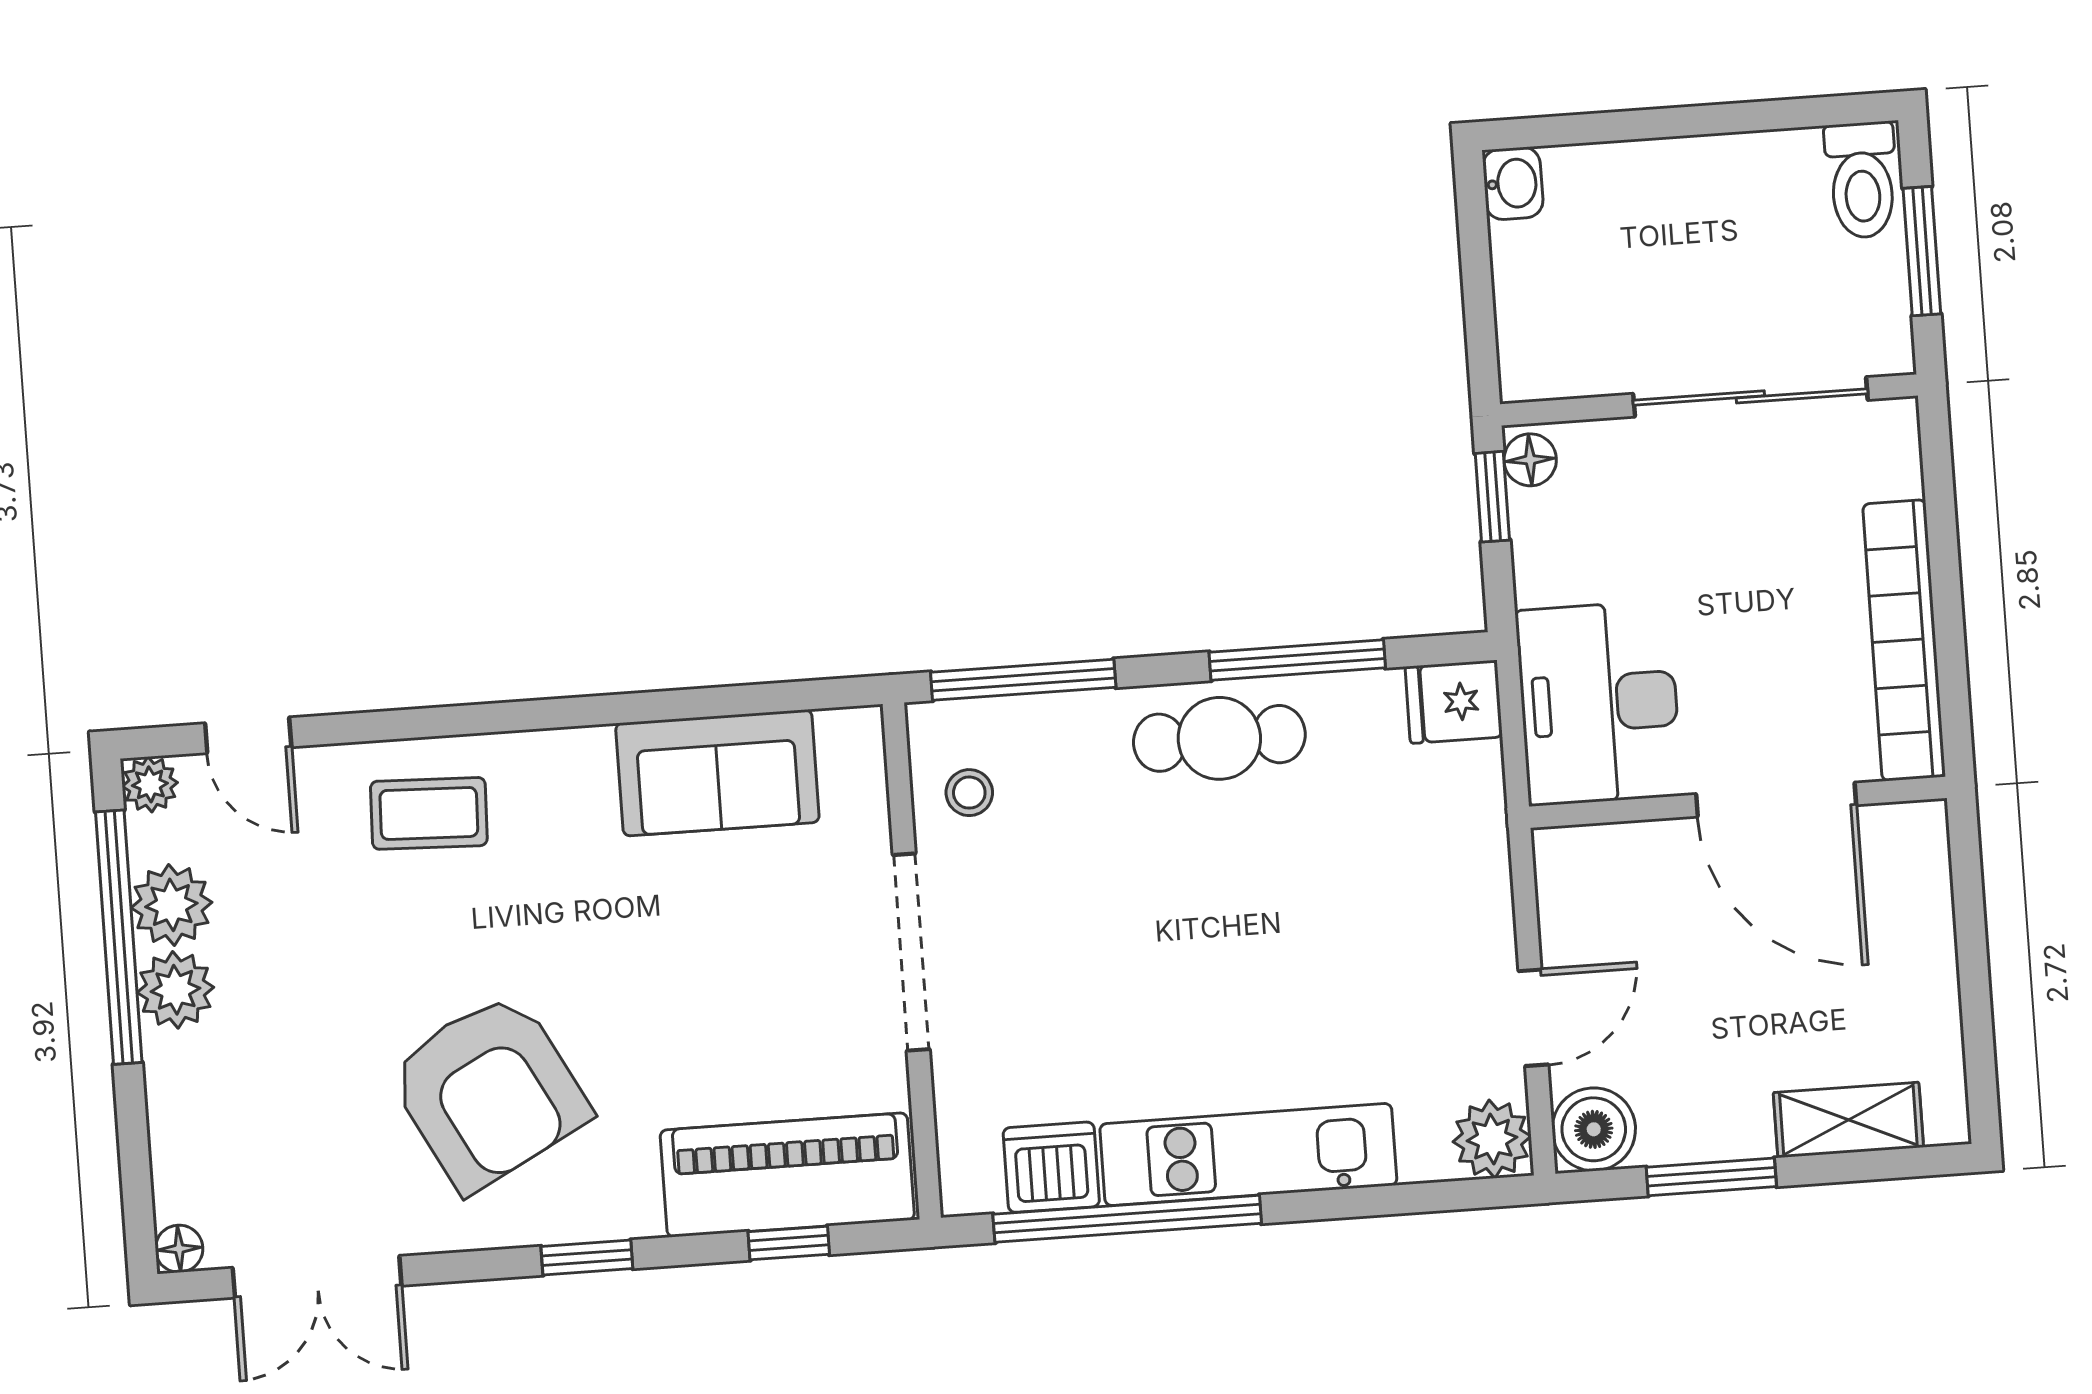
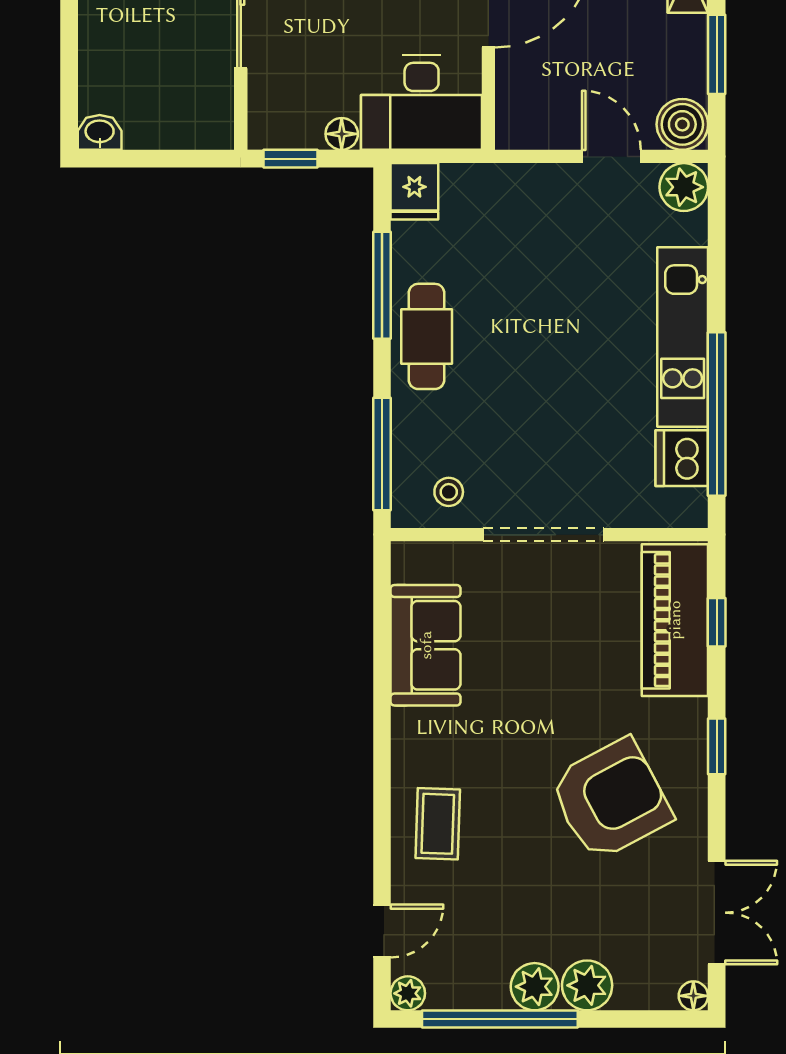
floor lamp: (1530, 460) -> (342, 134), moved
plant: (171, 905) -> (587, 985), moved

